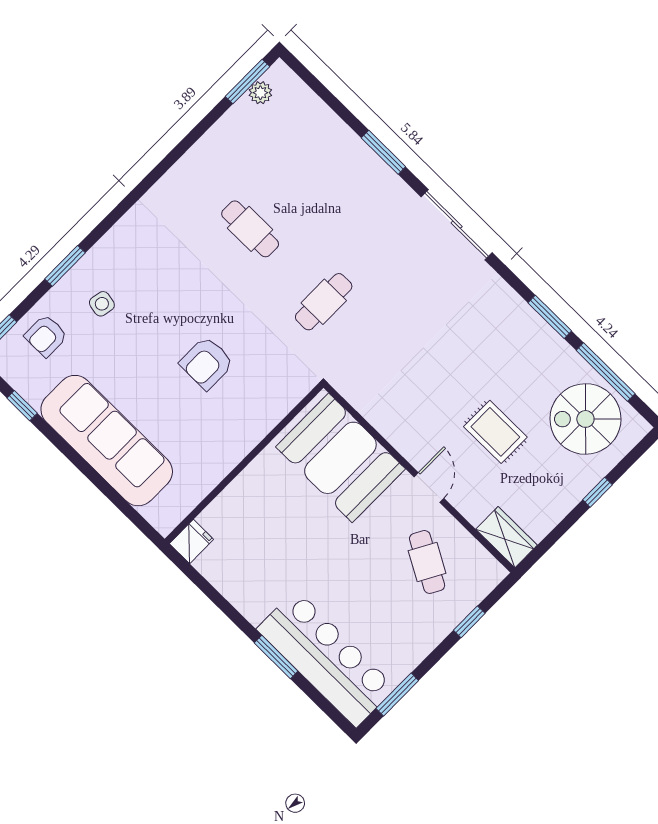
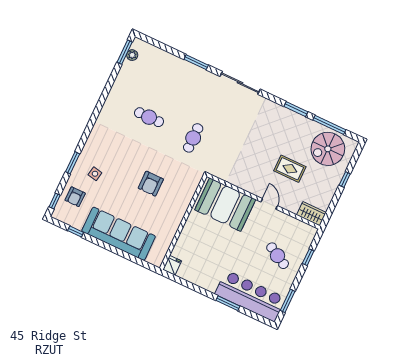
cafe table: (427, 562) -> (278, 256), moved

